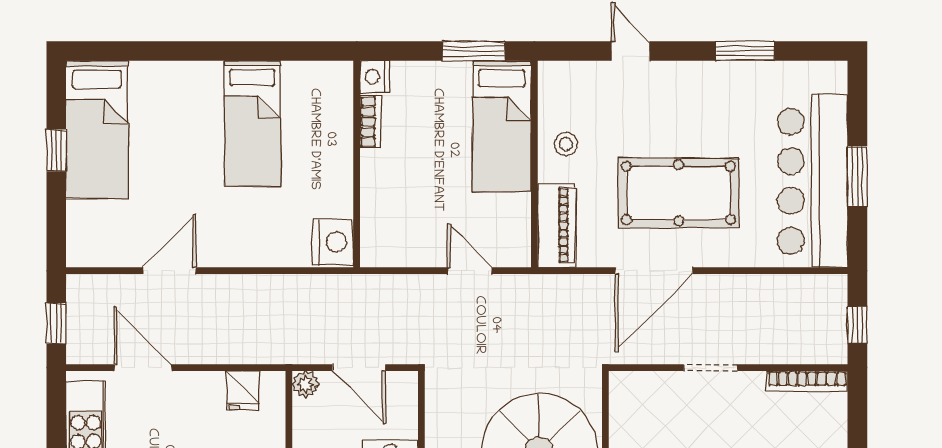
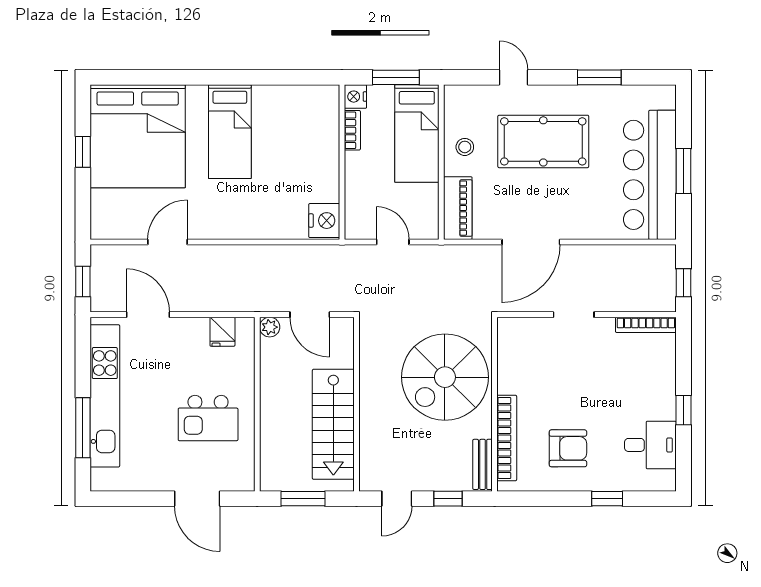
nightstand: (375, 77) -> (355, 97), moved
bookcase: (371, 122) -> (352, 130), moved
bed: (97, 130) -> (138, 136), width x2.04
wall: (357, 164) -> (342, 162), moved
pool table: (678, 193) -> (543, 141), moved
nightstand: (333, 242) -> (324, 221), moved

